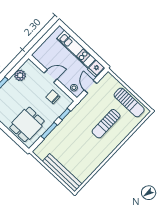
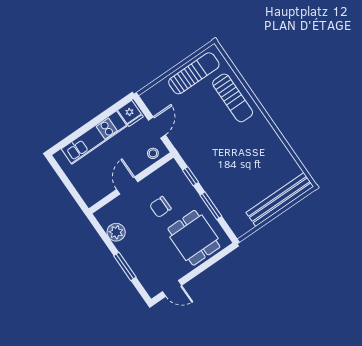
door: (91, 87) -> (157, 128), swing flipped
chair: (53, 97) -> (160, 207), moved
sun lounger: (106, 124) -> (233, 98), moved

